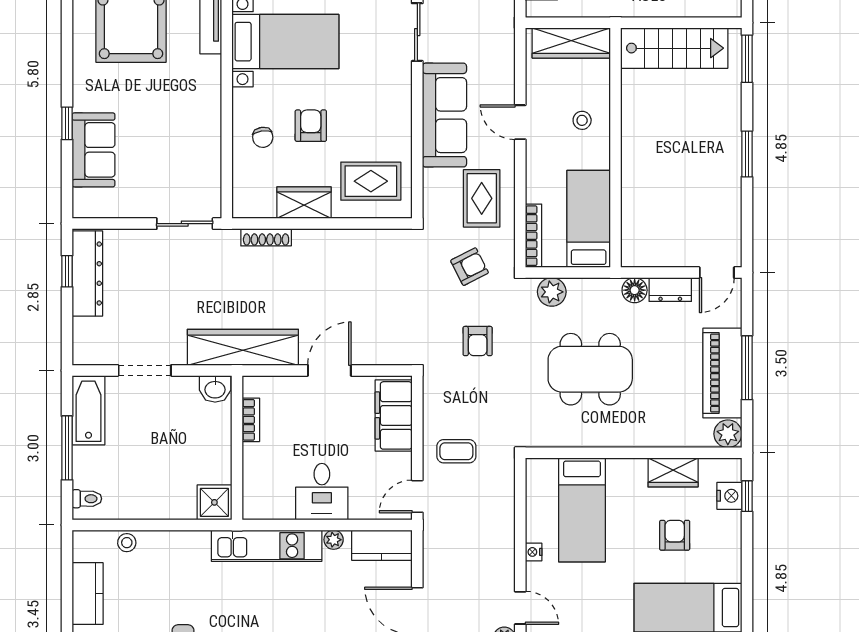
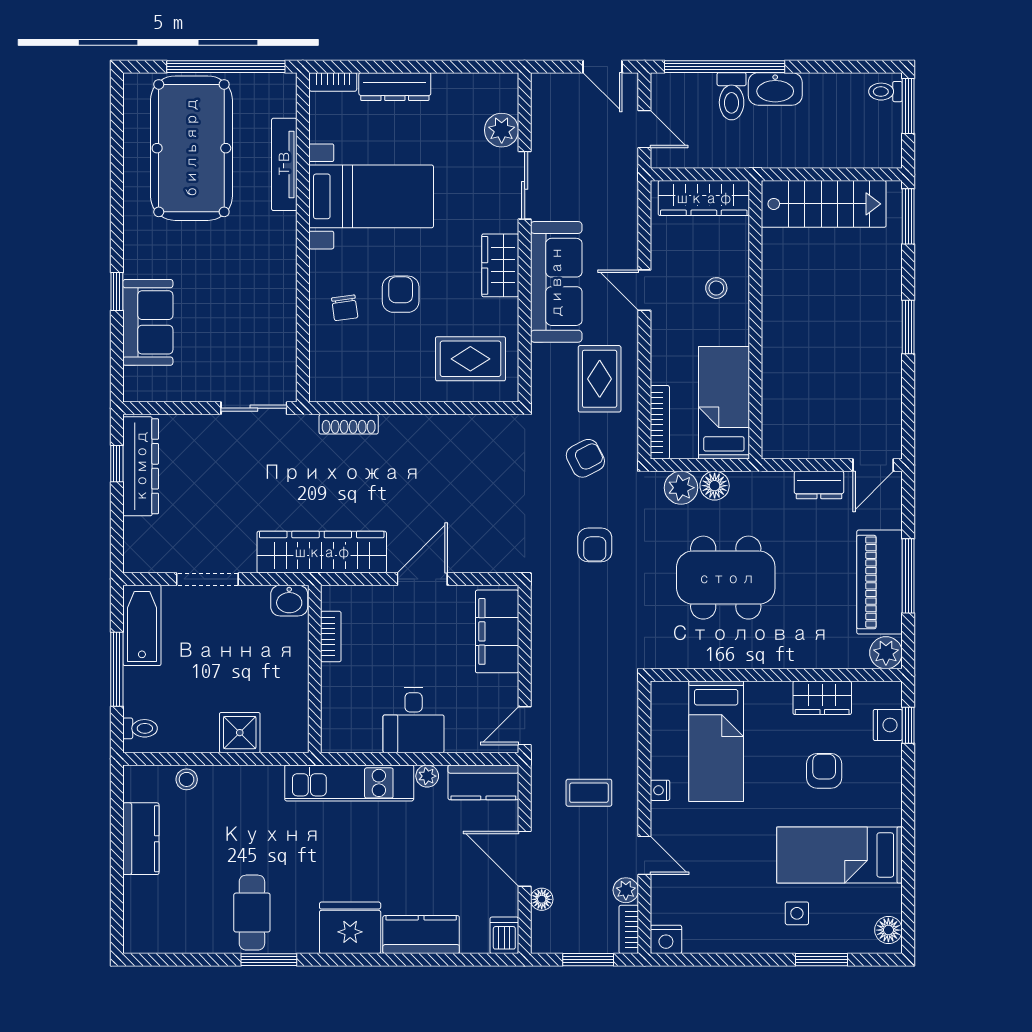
wardrobe: (304, 203) -> (500, 265), moved, turned -90
floor lamp: (635, 290) -> (715, 486), moved
coffee table: (456, 451) -> (589, 793), moved
shower: (214, 502) -> (240, 733), moved

